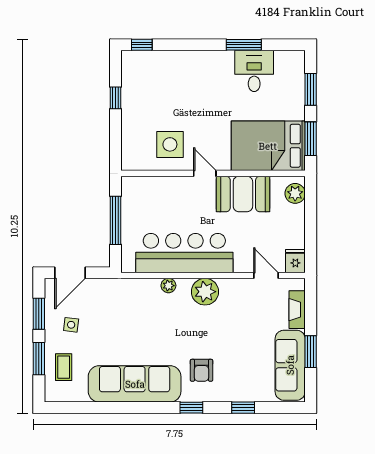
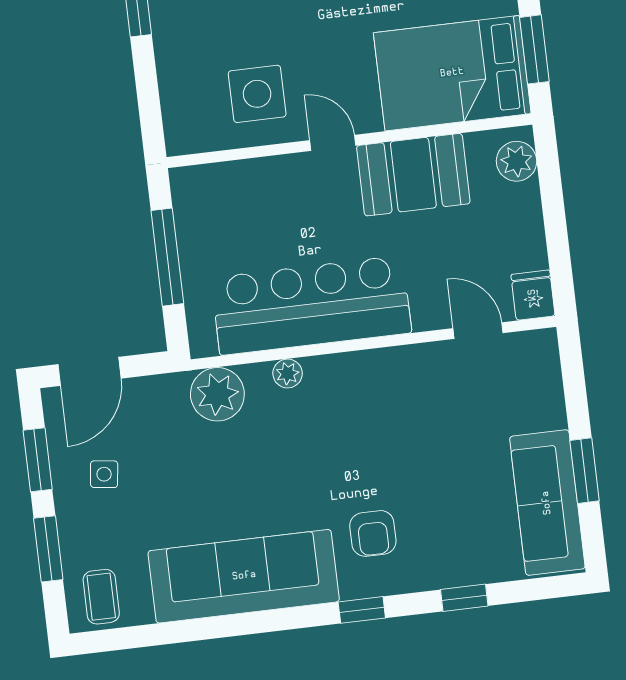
plant: (205, 292) -> (217, 394), moved
fireplace: (297, 310) -> (548, 391), removed
coffee table: (64, 367) -> (101, 597), moved

